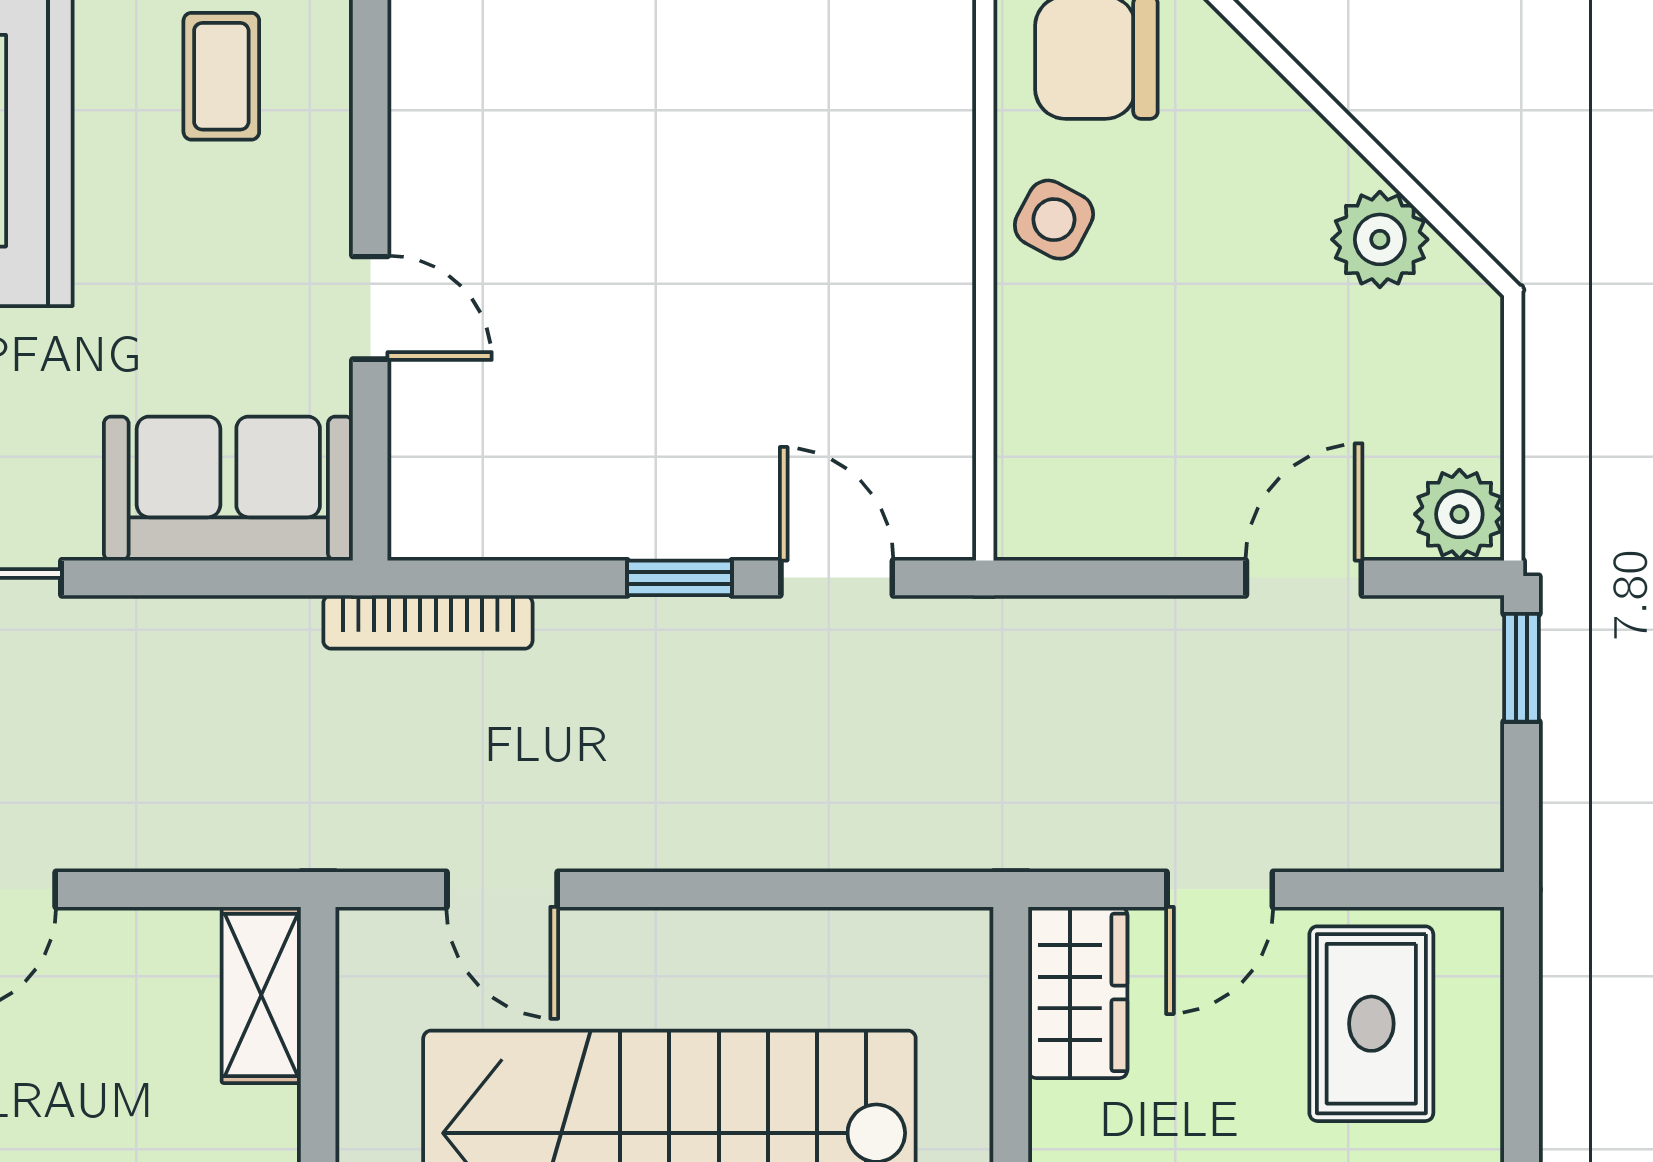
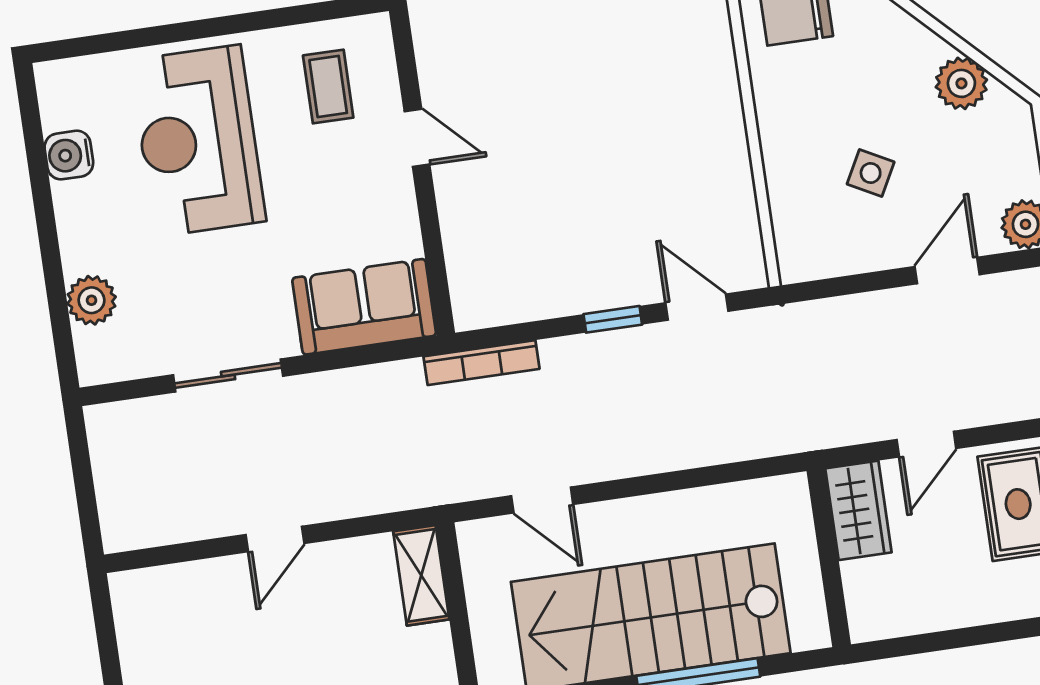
side table: (1054, 220) -> (871, 173), moved
door: (370, 308) -> (417, 138), moved

